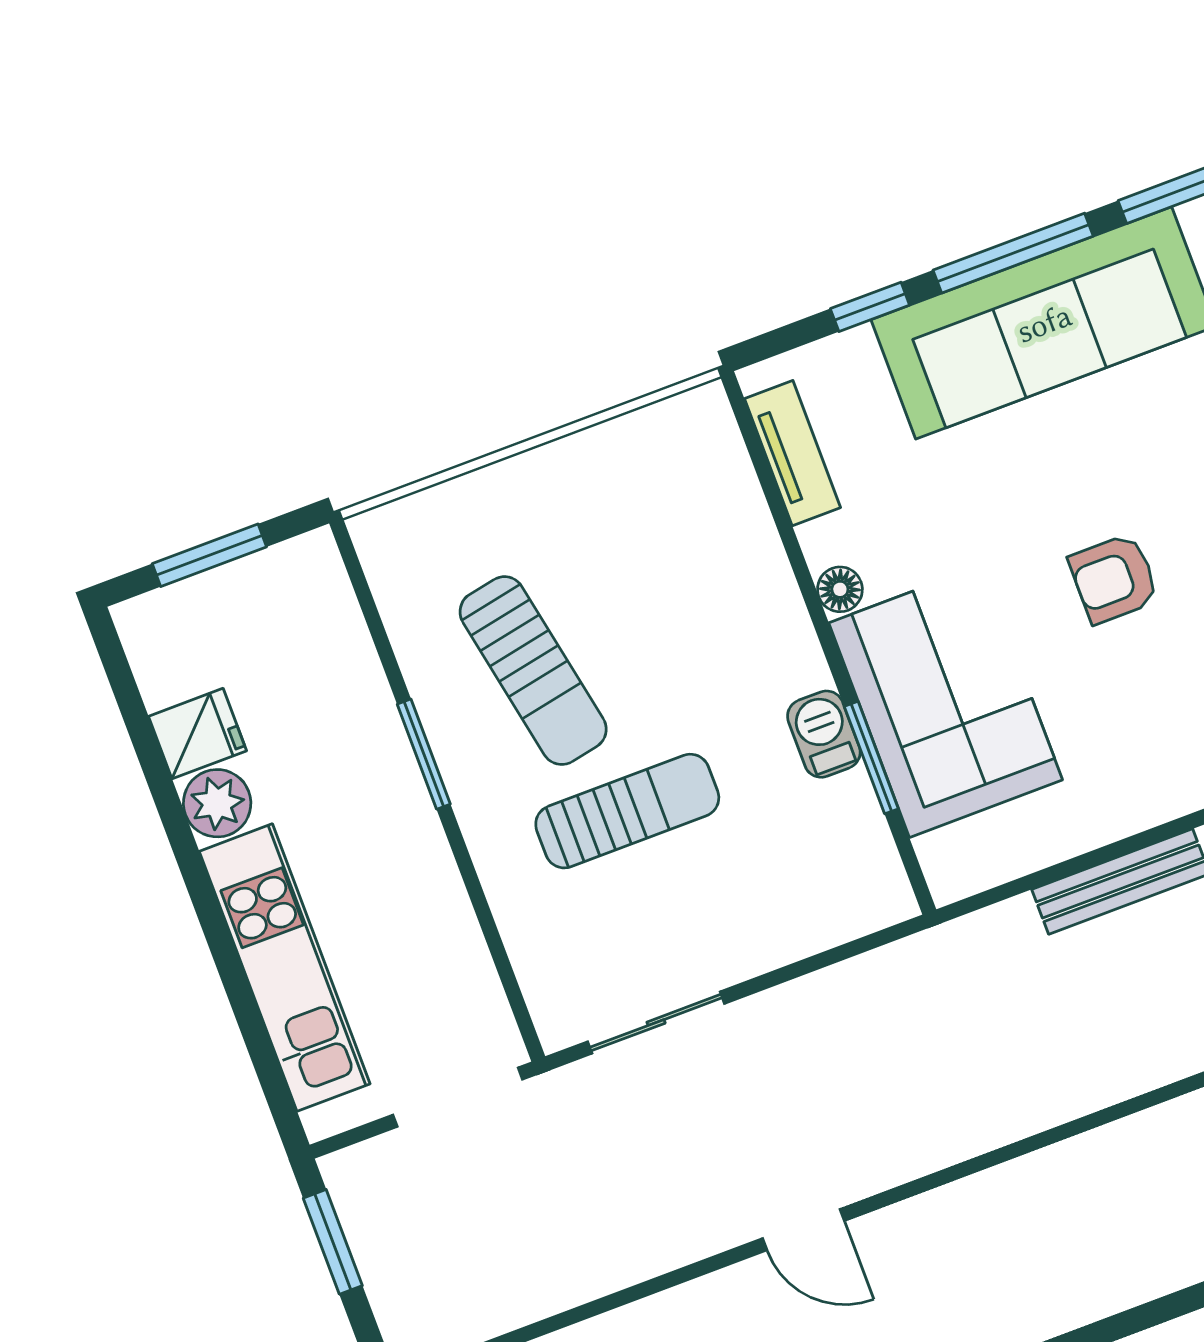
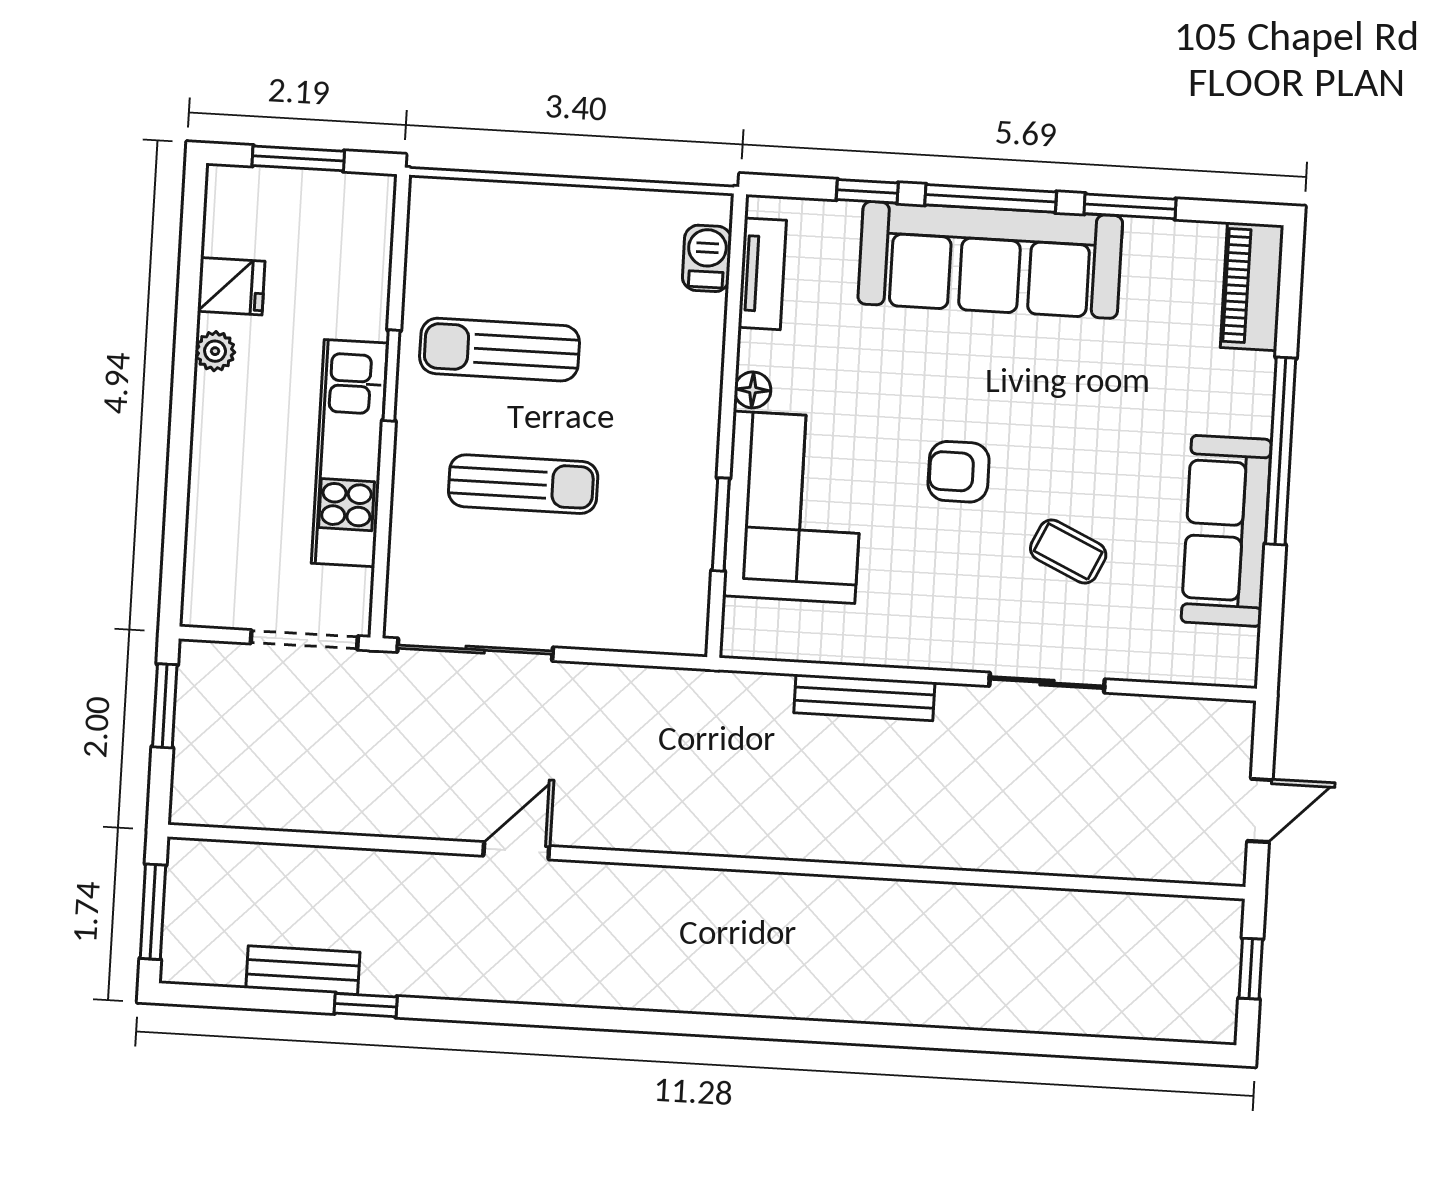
sun lounger: (533, 671) -> (500, 350), turned 101
barbecue: (824, 734) -> (707, 258), moved
plant: (217, 803) -> (215, 351), width x0.73, depth x0.73
kitchen unit: (285, 968) -> (349, 453), moved, turned 180
sliding door: (656, 1023) -> (475, 650), width x1.37
door: (803, 1230) -> (516, 851), swing flipped

